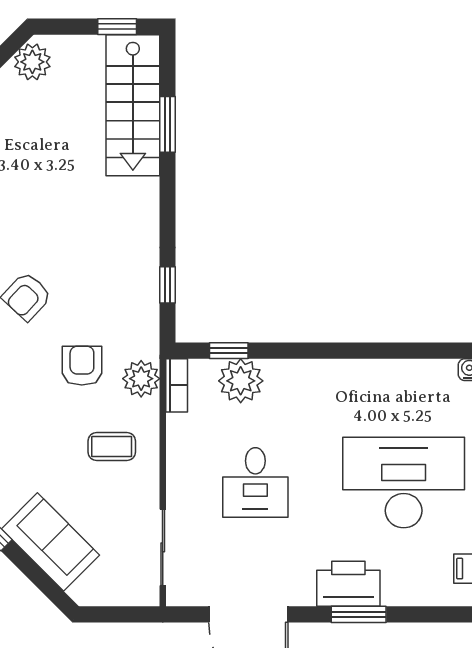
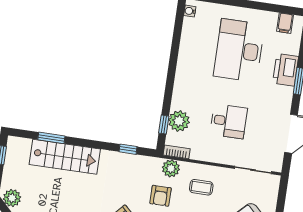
stairs: (133, 105) -> (65, 157), moved
armchair: (82, 366) -> (161, 196), turned -90
coffee table: (112, 447) -> (201, 187), turned 90
printer: (348, 584) -> (286, 70), moved

